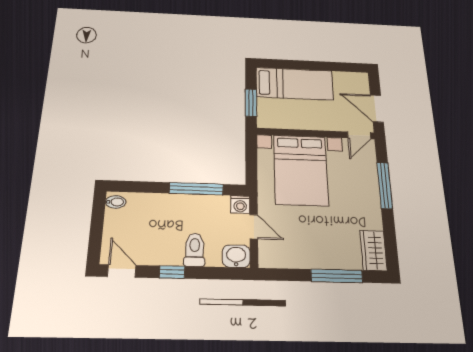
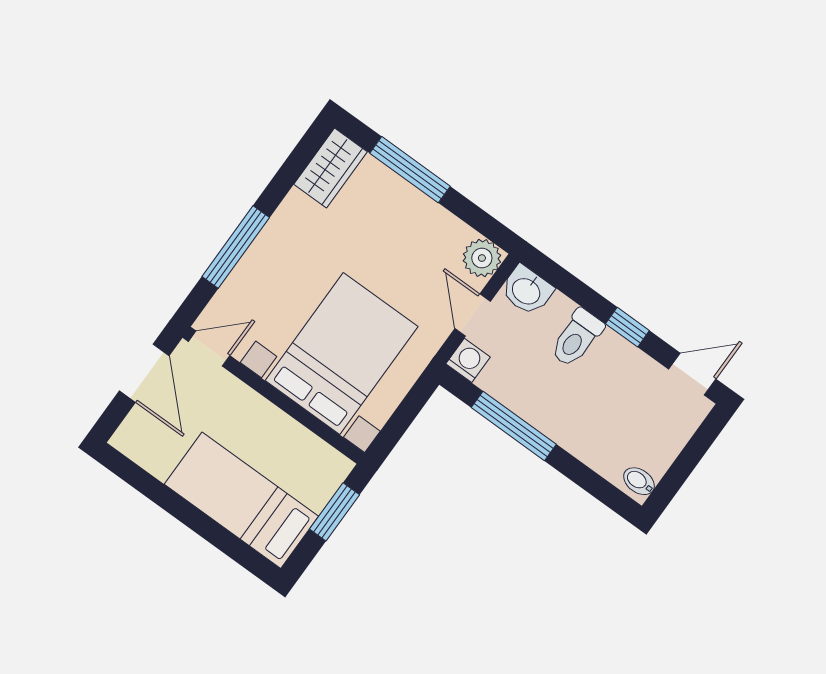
plant: (270, 257) -> (482, 258), added
door: (122, 271) -> (692, 374), swing flipped

